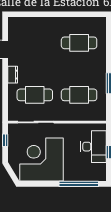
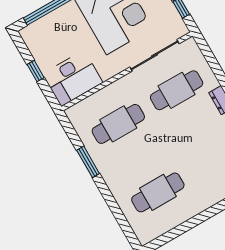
desk: (94, 147) -> (73, 78), moved, turned -90

